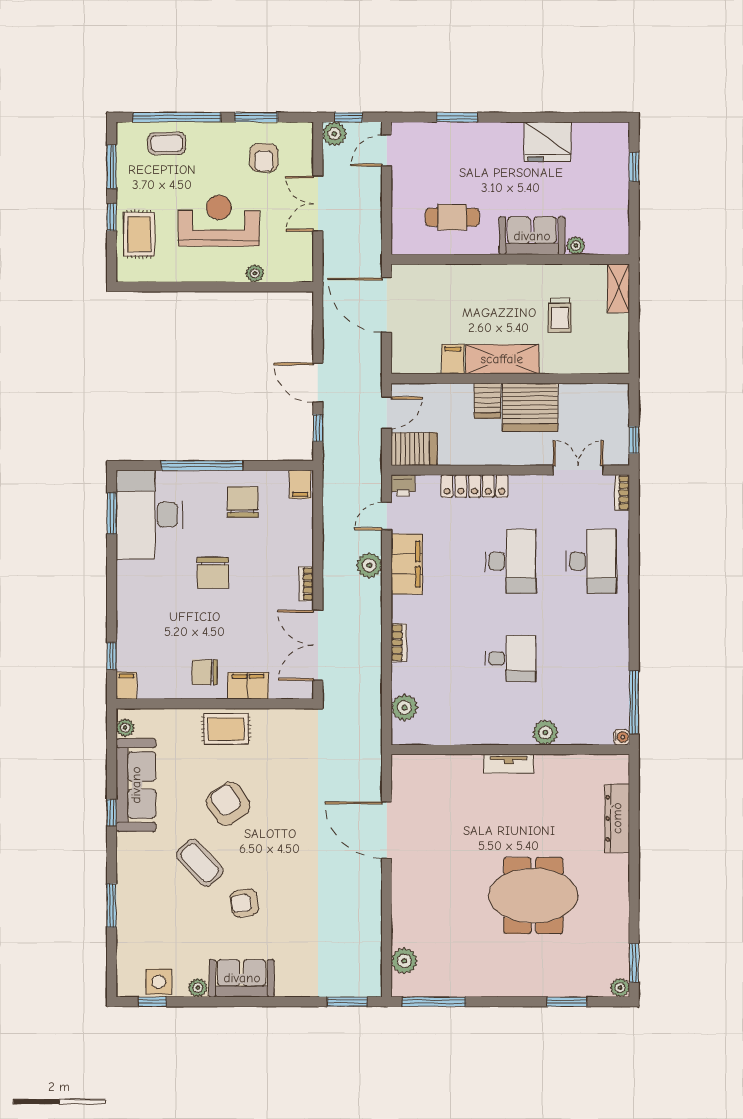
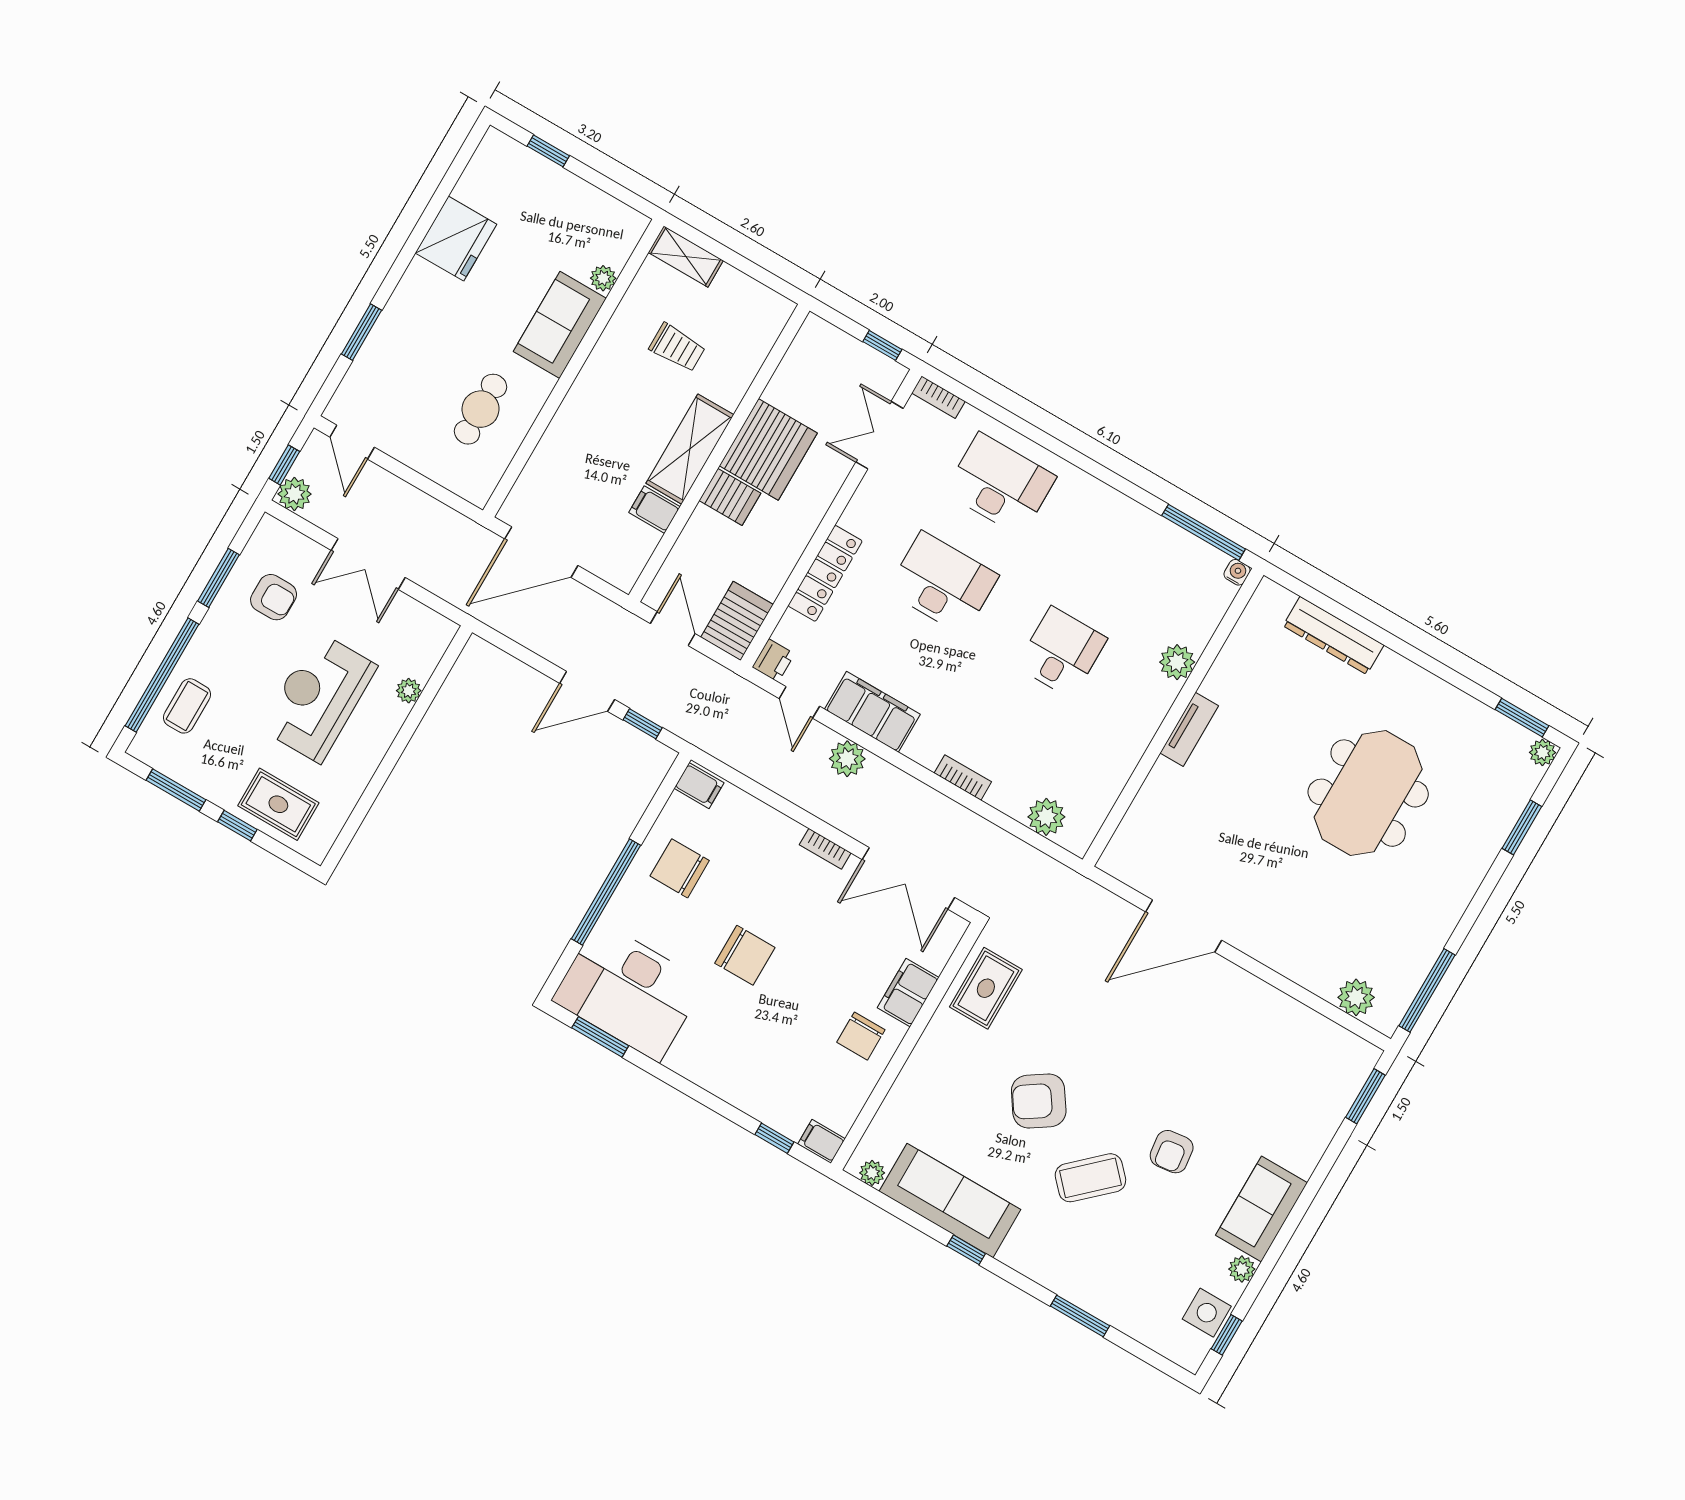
rug: (226, 729) -> (986, 988), moved

